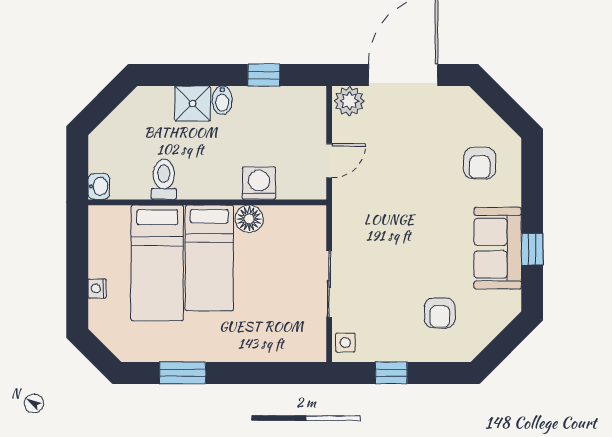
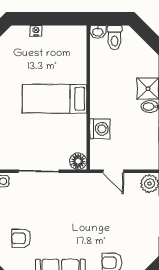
toilet: (164, 179) -> (115, 38), moved, turned 90
floor lamp: (249, 219) -> (78, 161), moved
bed: (157, 263) -> (51, 67), removed

